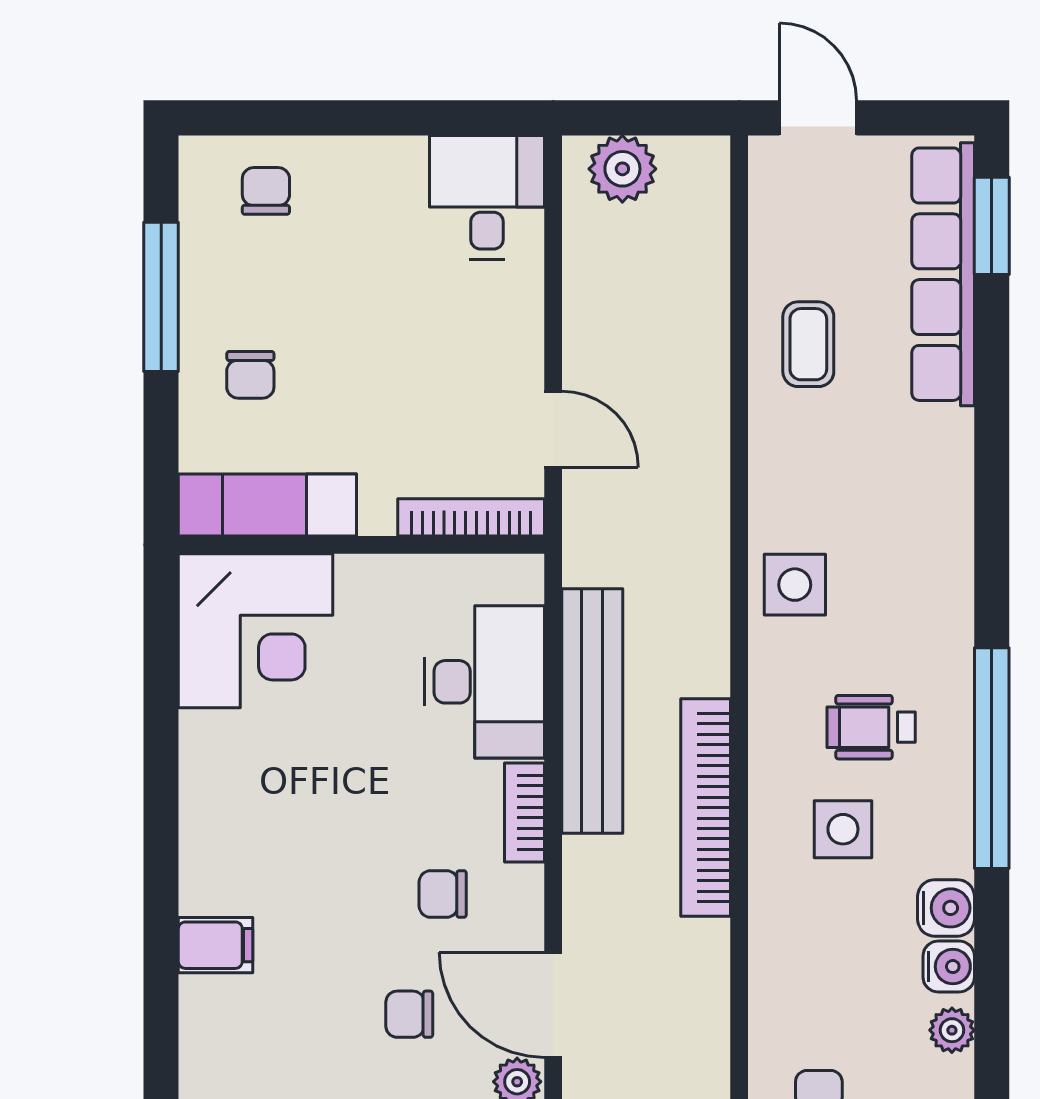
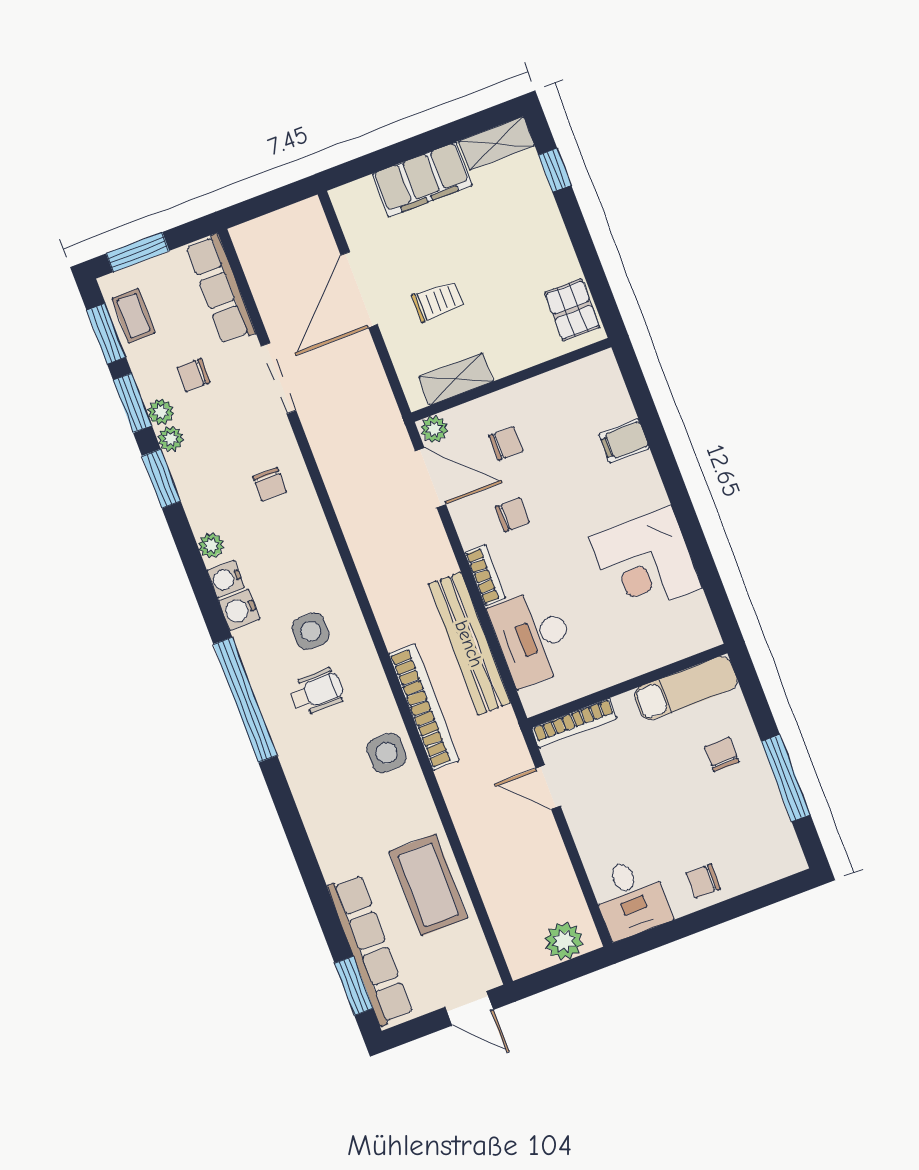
chair: (266, 191) -> (703, 881), moved, turned 90
coffee table: (808, 344) -> (428, 885), width x1.86, depth x1.72
corner desk: (256, 631) -> (646, 562), moved, turned -90
bookcase: (706, 808) -> (424, 707), moved

